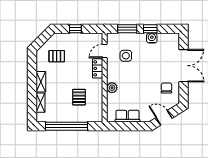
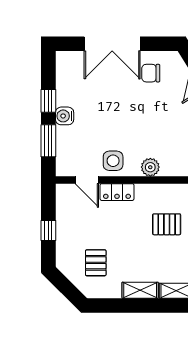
water cooler: (152, 38) -> (65, 116), moved
side table: (126, 56) -> (113, 161), moved
double door: (183, 66) -> (112, 44), swing flipped

